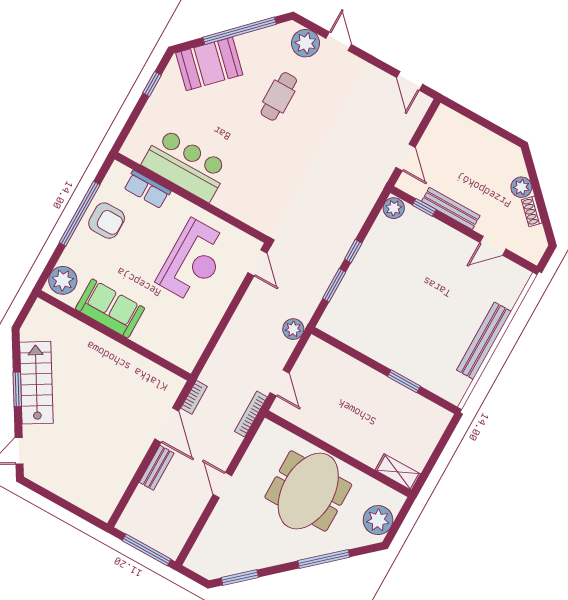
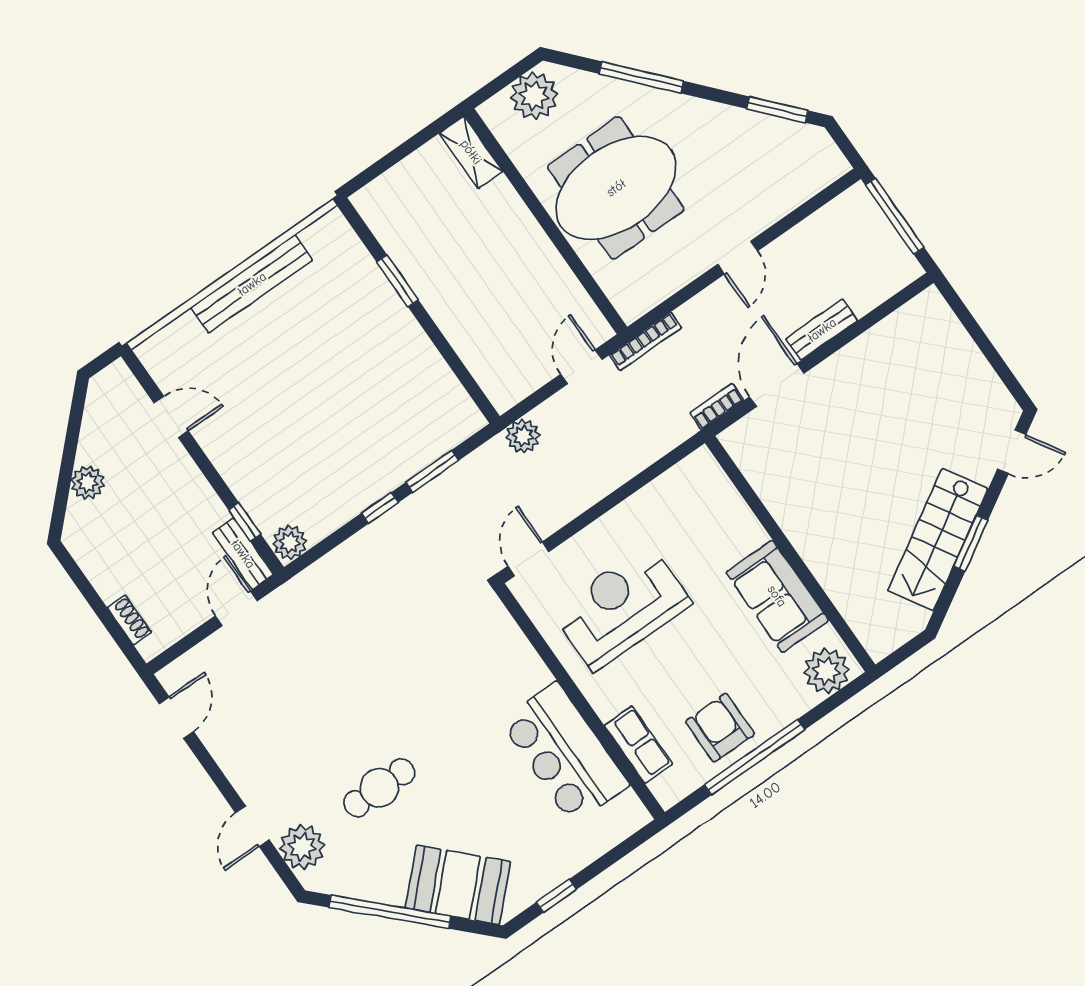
bench: (451, 208) -> (243, 554), moved, width x0.73
shoe rack: (532, 211) -> (129, 620), moved, turned -45

